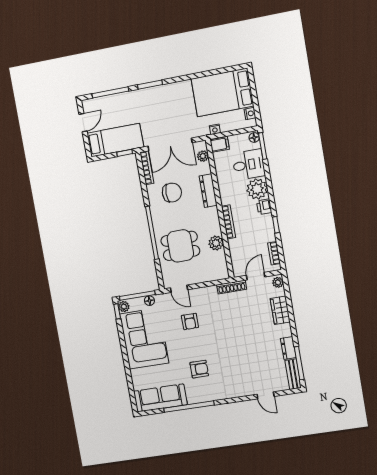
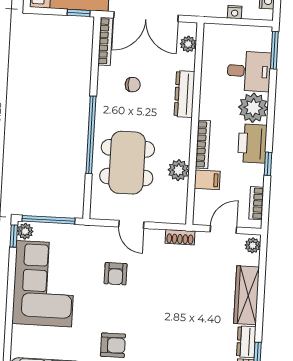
nightstand: (215, 129) -> (235, 12), moved
floor lamp: (254, 137) -> (265, 35), removed
filing cabinet: (220, 144) -> (207, 180), moved
chair: (172, 193) -> (133, 85), width x0.54, depth x0.54
printer: (264, 207) -> (252, 144), width x1.87, depth x1.48
dining table: (180, 246) -> (127, 163), width x1.38
shoe rack: (232, 287) -> (180, 237), width x0.70
door: (179, 289) -> (131, 224), moved
floor lamp: (149, 301) -> (64, 231), removed
wardrobe: (280, 310) -> (246, 295), width x1.50

